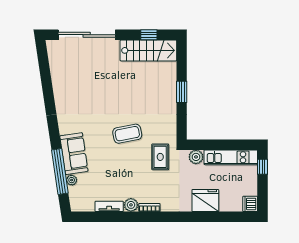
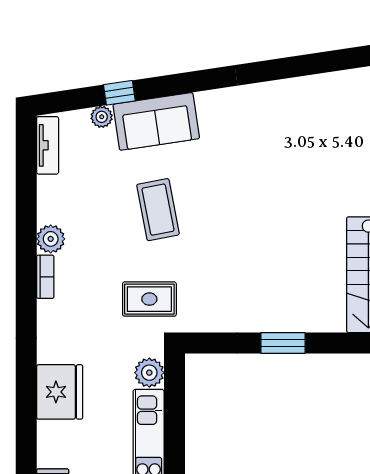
coffee table: (127, 134) -> (158, 210), moved
window: (60, 172) -> (119, 93), width x0.32
tv unit: (109, 206) -> (48, 145), moved

